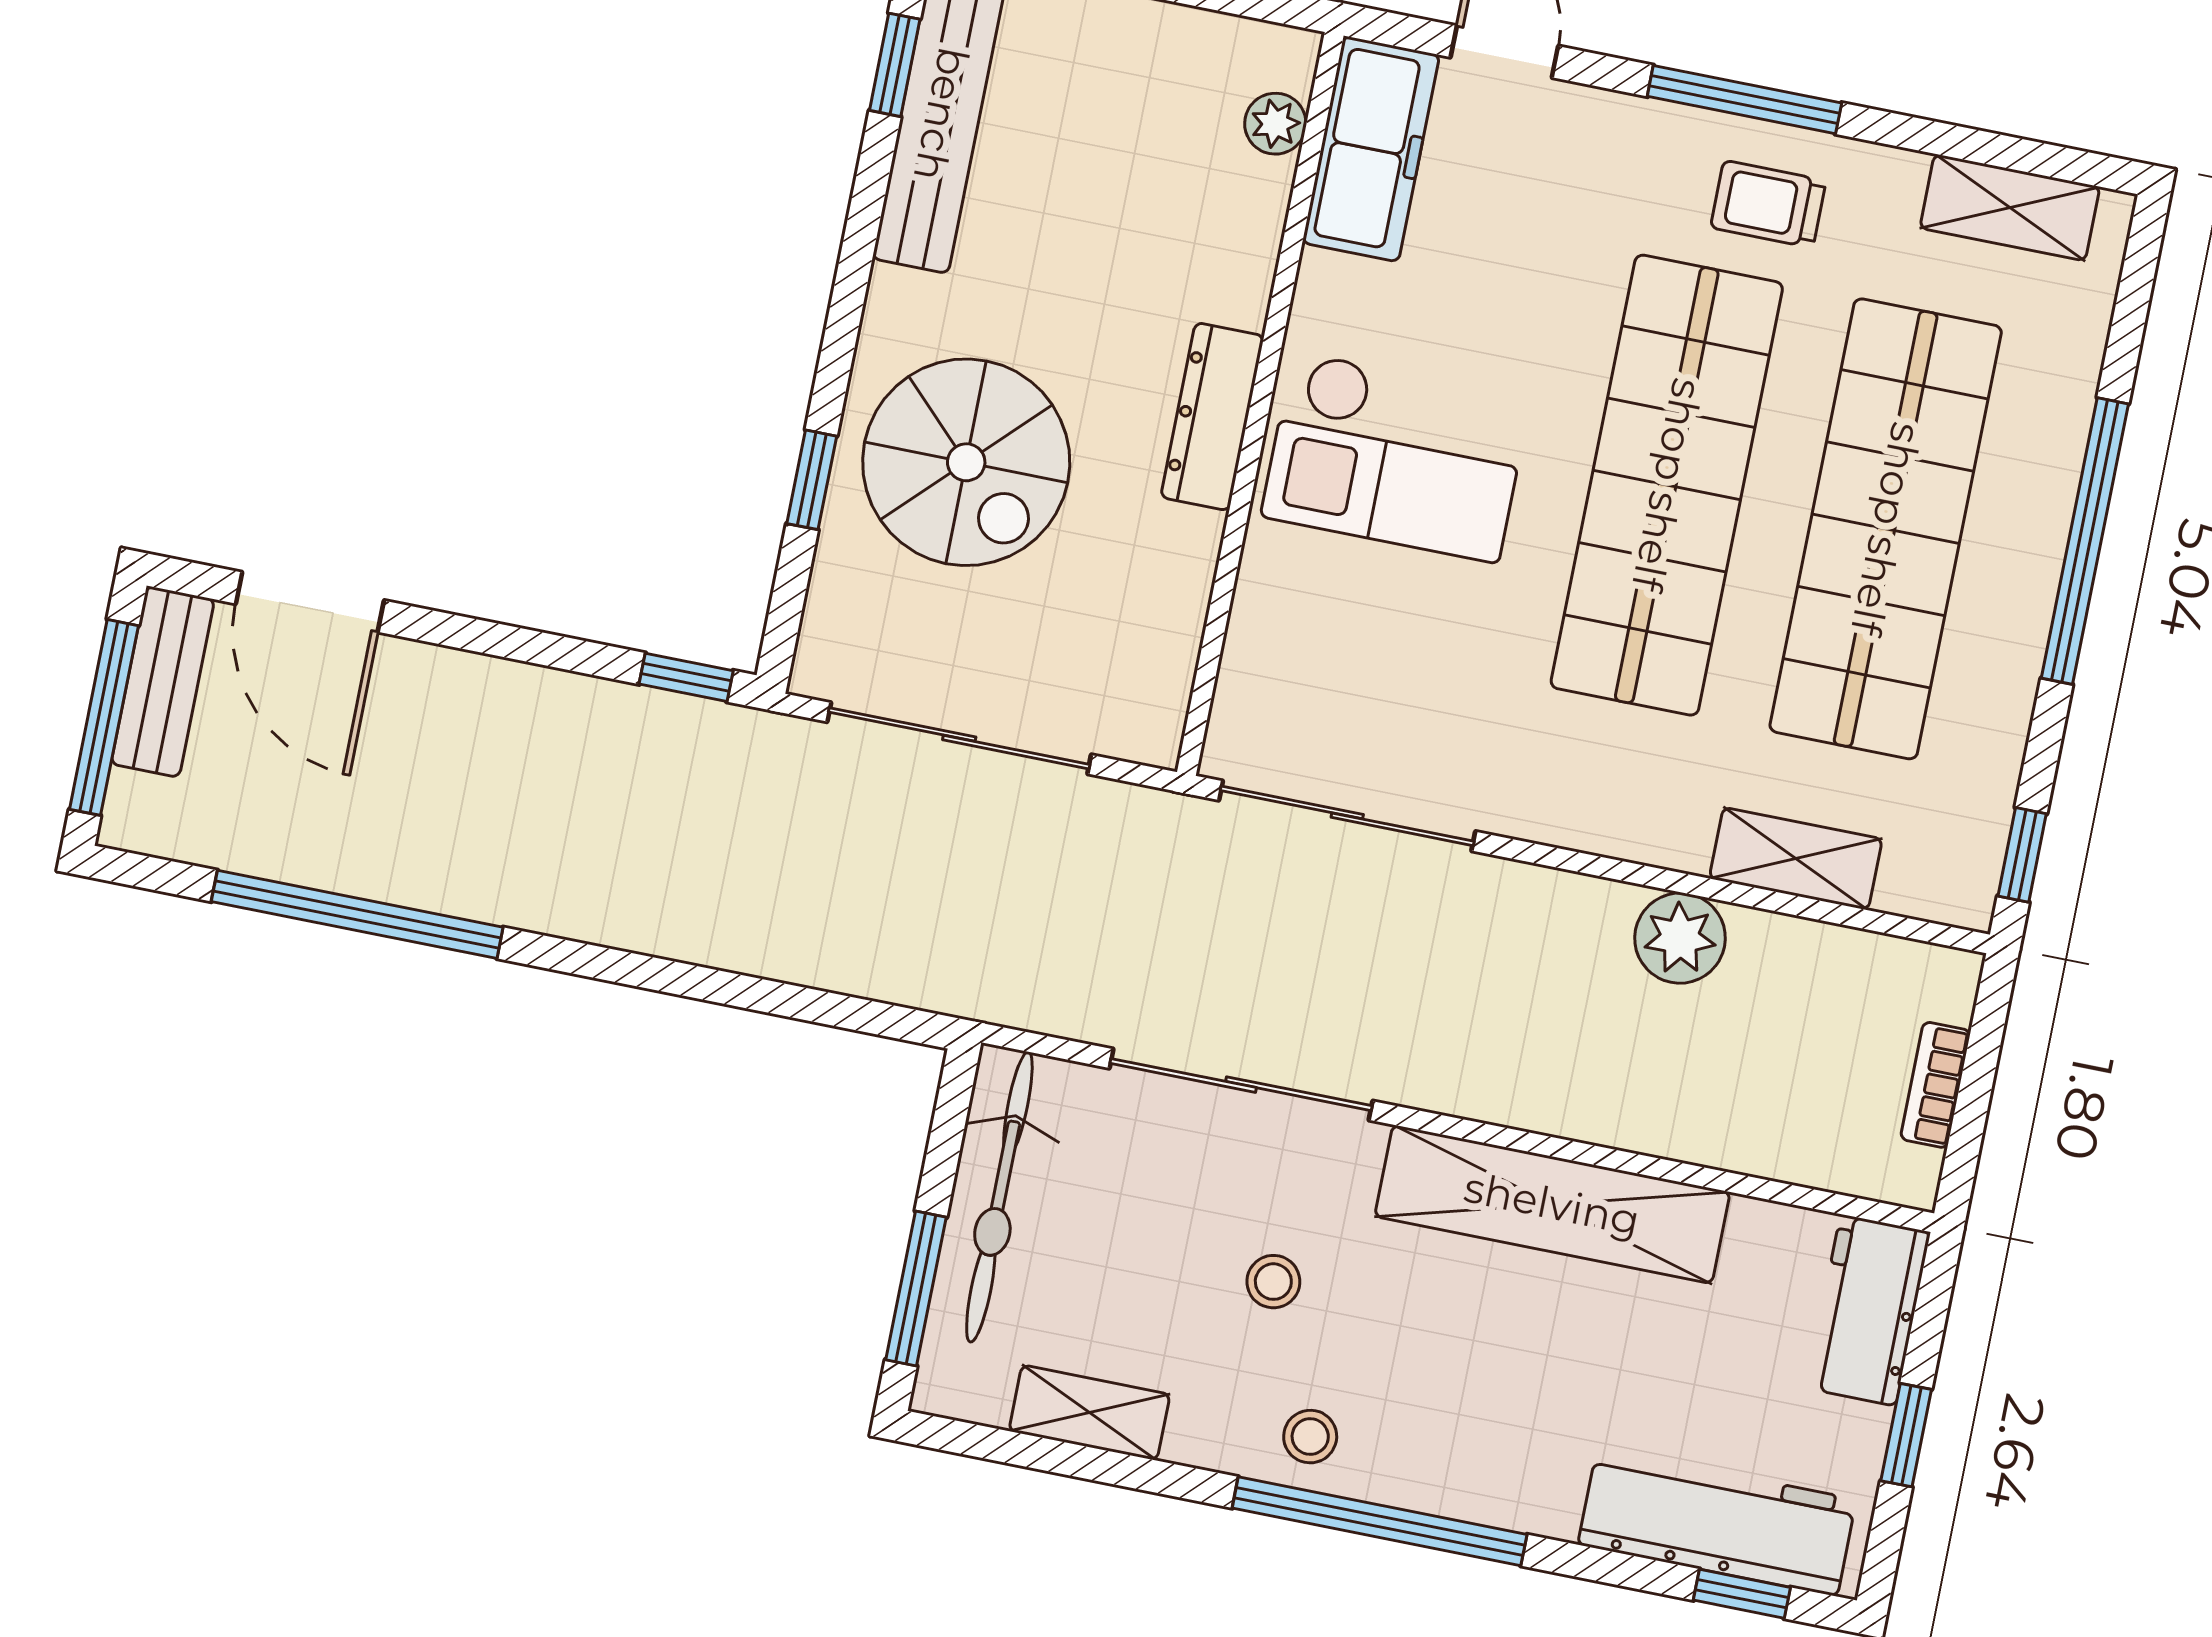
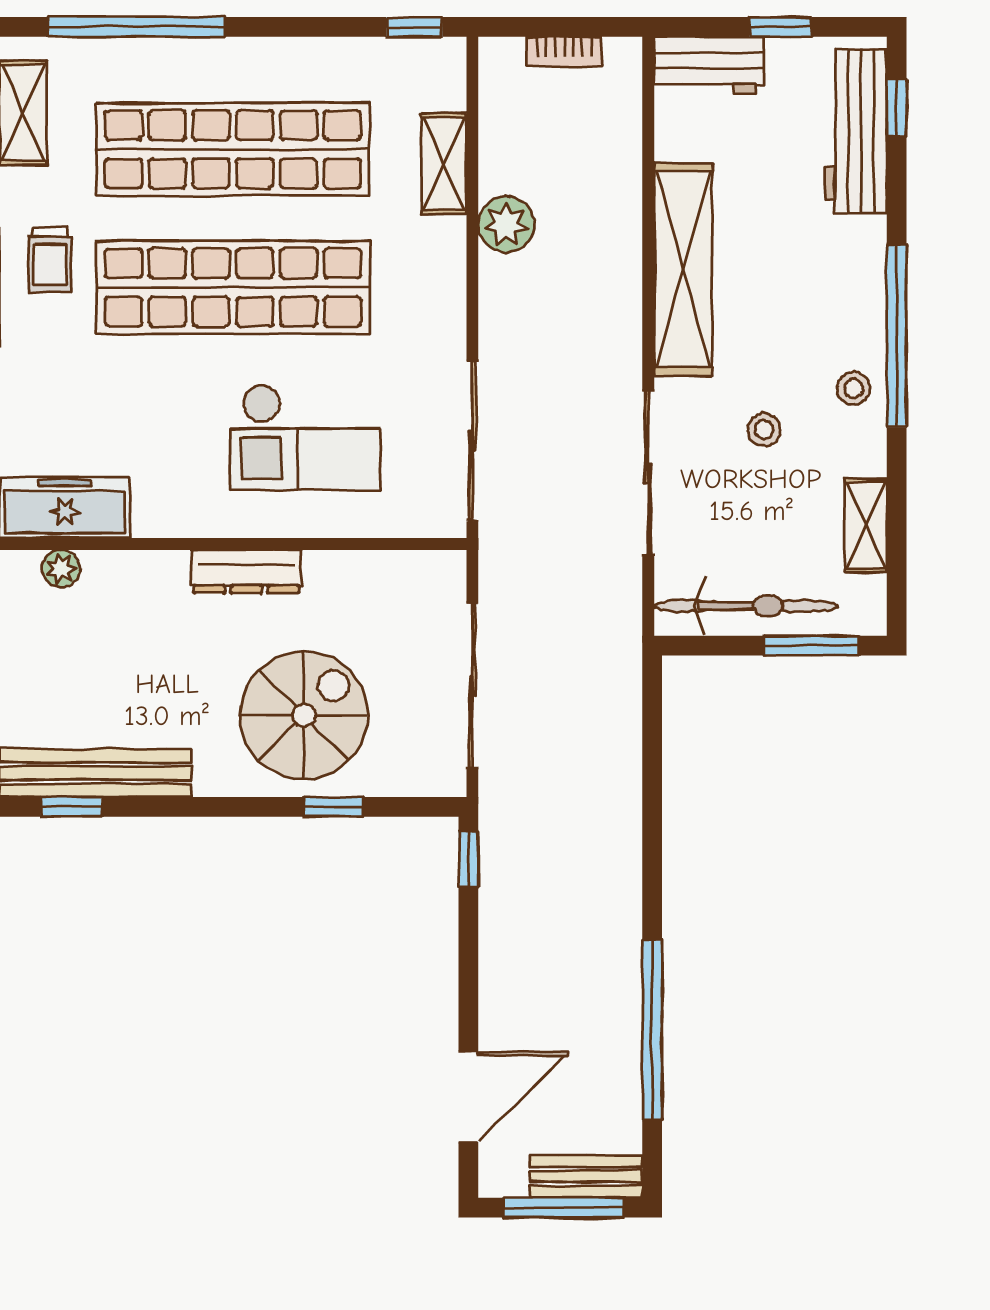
checkout: (1396, 457) -> (305, 437), moved, turned 90
window: (2085, 541) -> (136, 27), moved
bench: (163, 682) -> (586, 1176), moved

